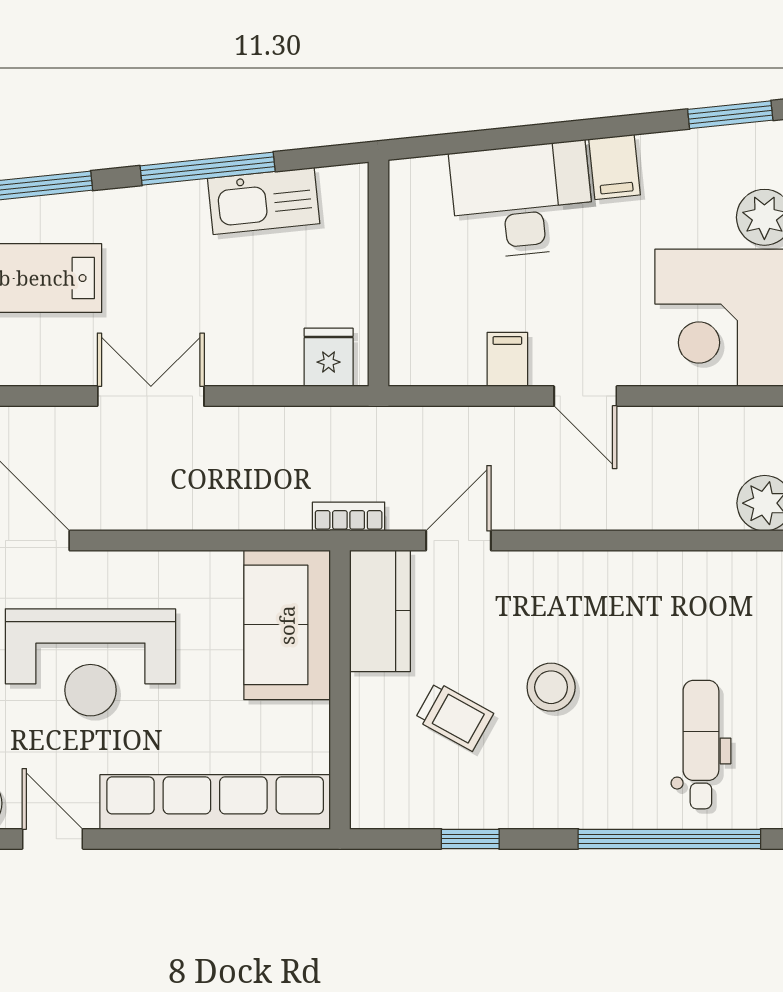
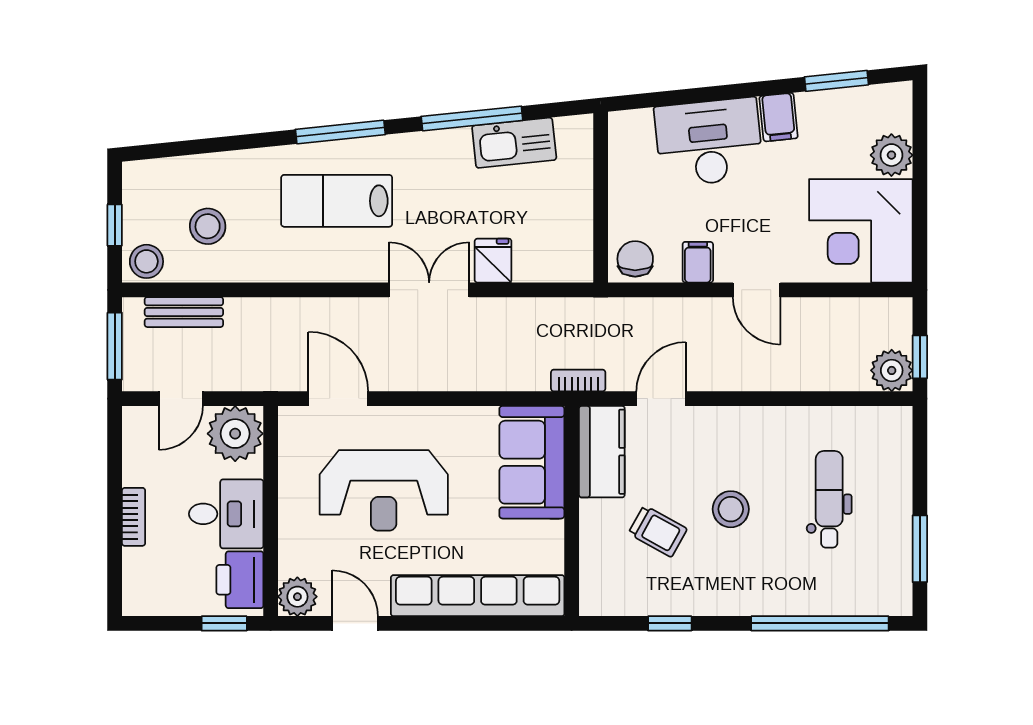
window: (730, 115) -> (836, 81), moved
chair: (424, 355) -> (635, 259), added
fridge: (329, 357) -> (493, 261), moved
dental chair: (701, 745) -> (829, 499), moved

